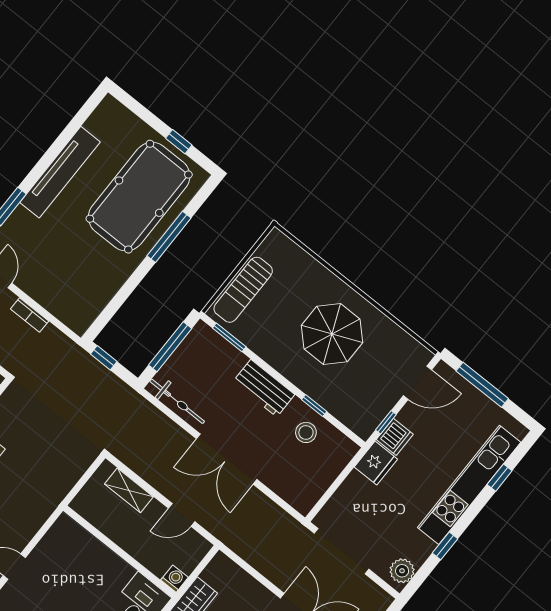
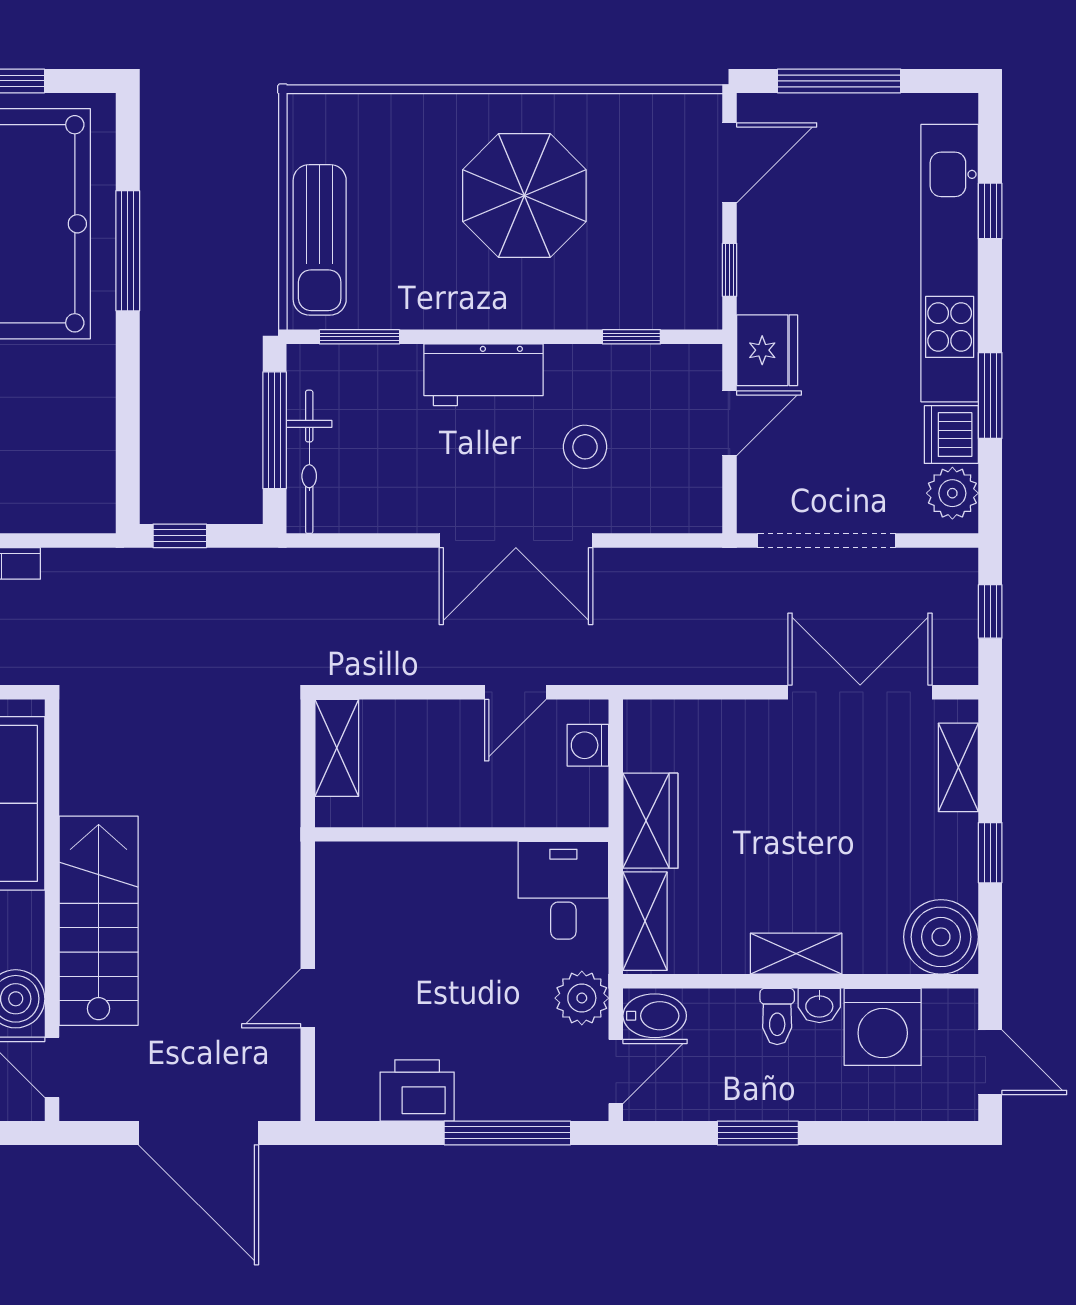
bicycle: (177, 401) -> (309, 462), moved, turned 90
window: (314, 405) -> (631, 337), moved
stool: (306, 432) -> (585, 447), moved
dishwasher: (395, 437) -> (951, 435), moved, turned 180
door: (340, 479) -> (730, 423), added
shelving: (129, 490) -> (337, 748), moved, turned 90
window: (445, 546) -> (990, 395), width x1.50
washing machine: (175, 579) -> (588, 745), moved, turned -90

